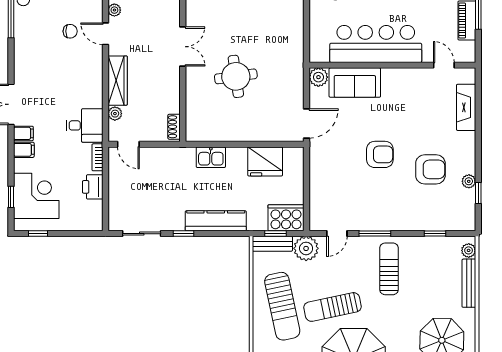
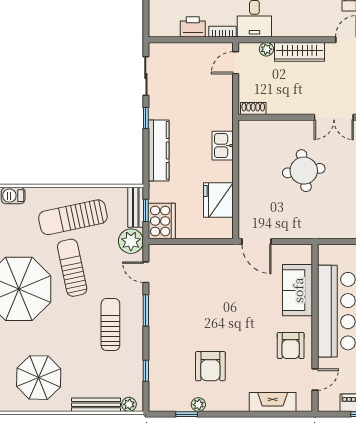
plant: (318, 77) -> (303, 254), removed
armchair: (380, 154) -> (291, 346), moved
sun lounger: (389, 269) -> (110, 325), turned -90

